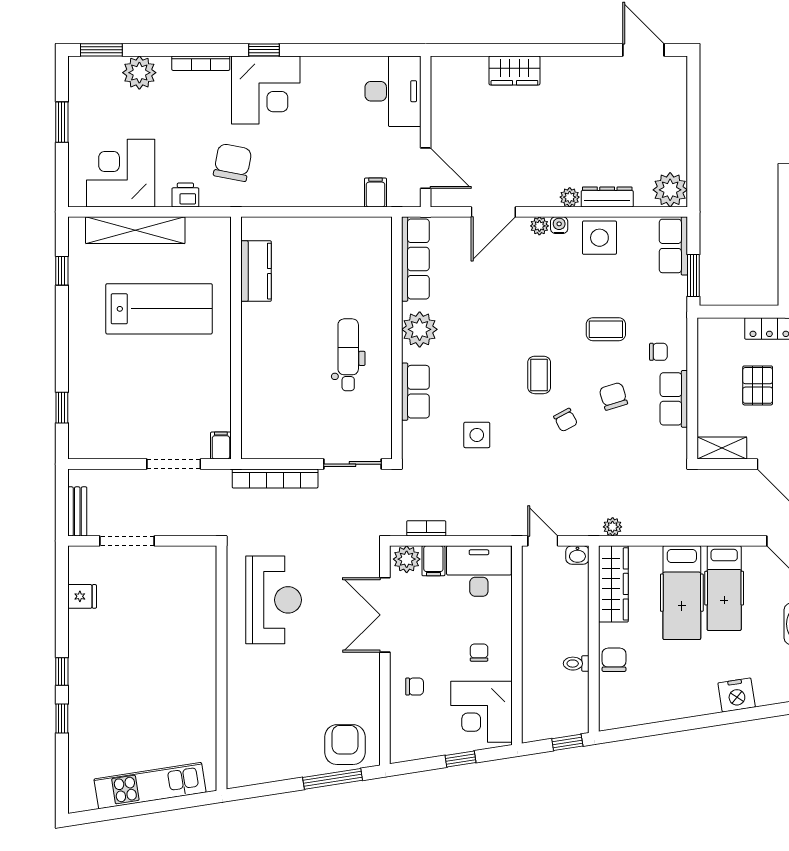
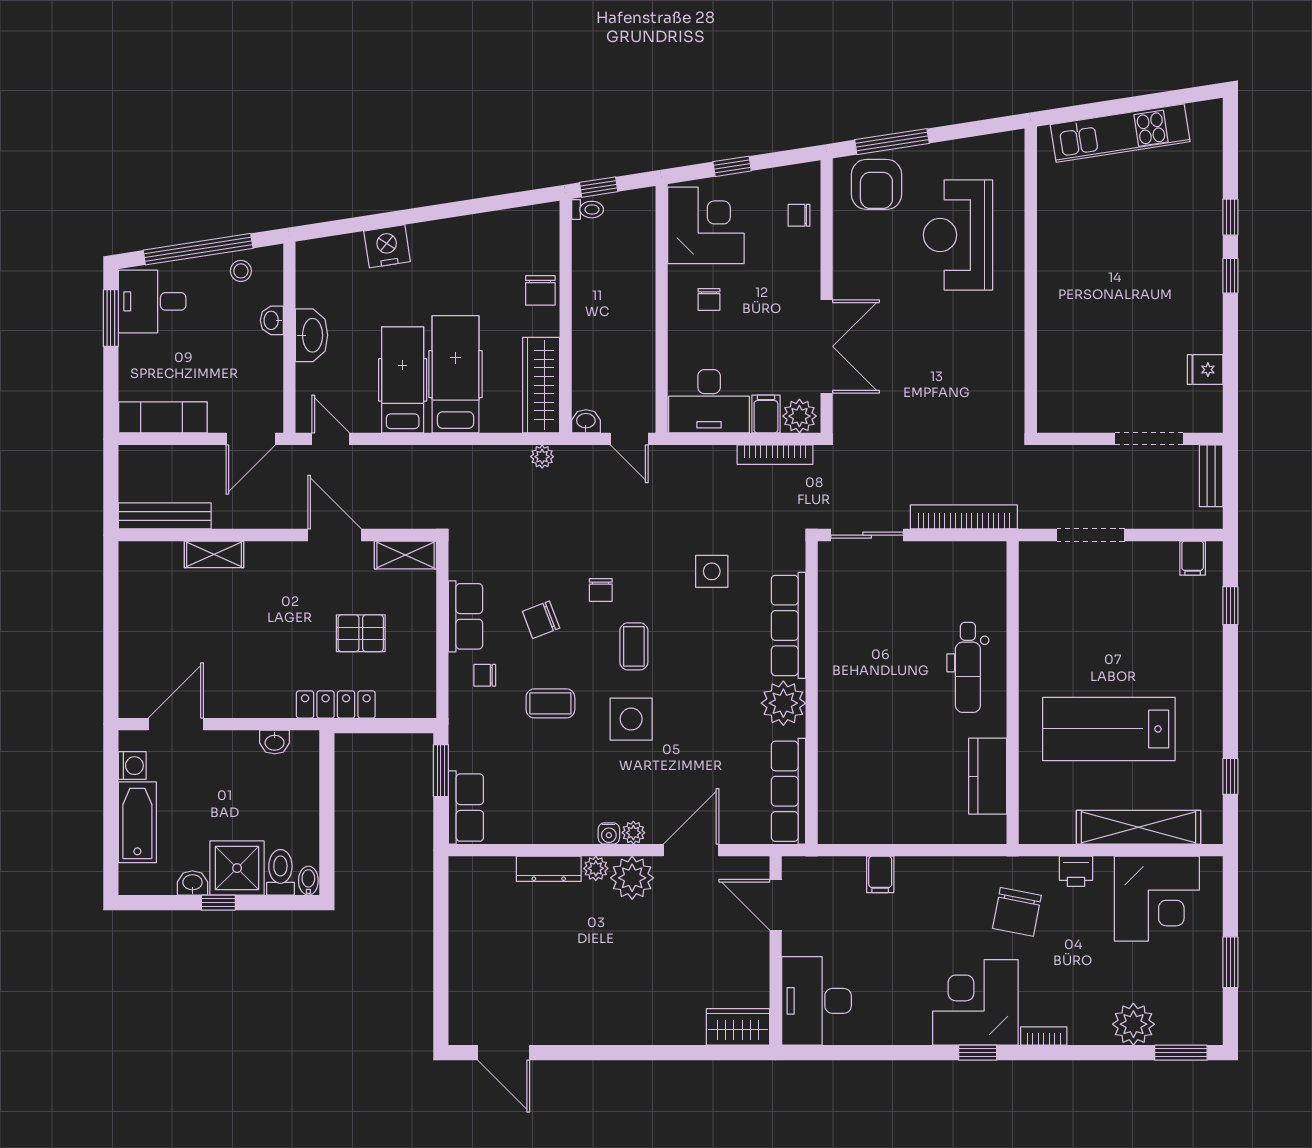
bookcase: (201, 63) -> (1044, 1036), width x0.64
wardrobe: (514, 70) -> (738, 1027), moved
plant: (670, 190) -> (632, 878), moved
filing cabinet: (376, 192) -> (880, 874), moved
side table: (599, 238) -> (631, 719), moved
dental chair: (348, 355) -> (968, 667), moved
pallet: (758, 385) -> (361, 633), turned 90
row of seats: (415, 392) -> (788, 625), width x1.48
chair: (613, 396) -> (541, 620), turned 86
chair: (566, 420) -> (601, 590), turned -152
filing cabinet: (221, 446) -> (1193, 558), moved
bookcase: (426, 528) -> (775, 455), width x1.56
reception desk: (274, 600) -> (958, 235), moved
toilet: (576, 664) -> (587, 210), moved
chair: (415, 687) -> (799, 215), moved

